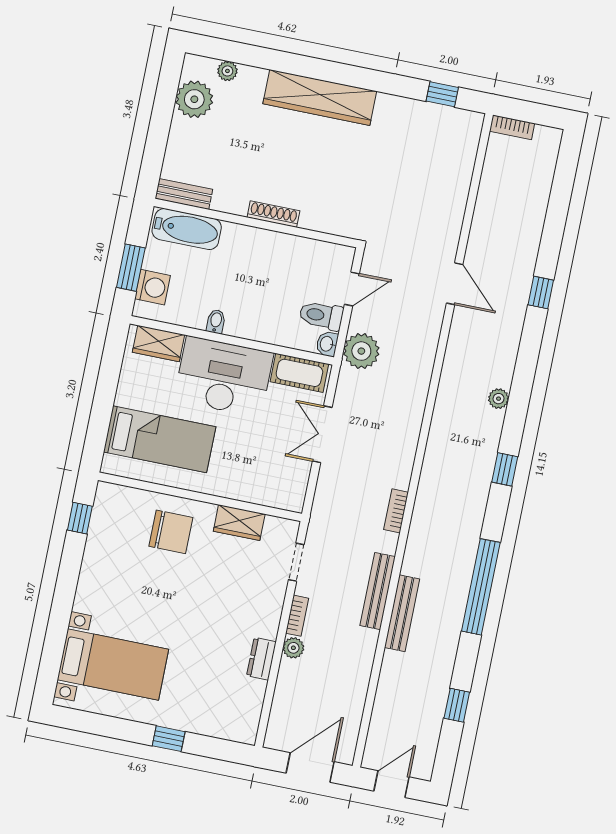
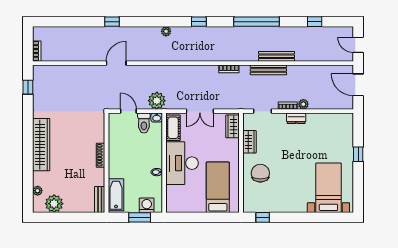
wardrobe: (159, 343) -> (233, 126), moved, turned 180
dresser: (261, 659) -> (296, 118), moved

